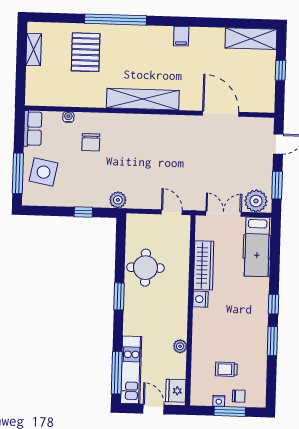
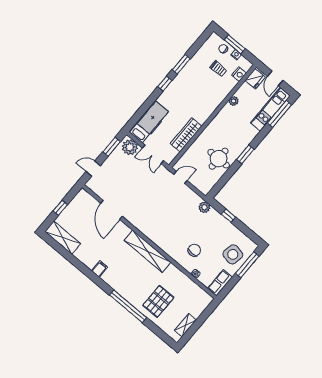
door: (172, 212) -> (180, 177), swing flipped
nightstand: (200, 299) -> (239, 74), moved

